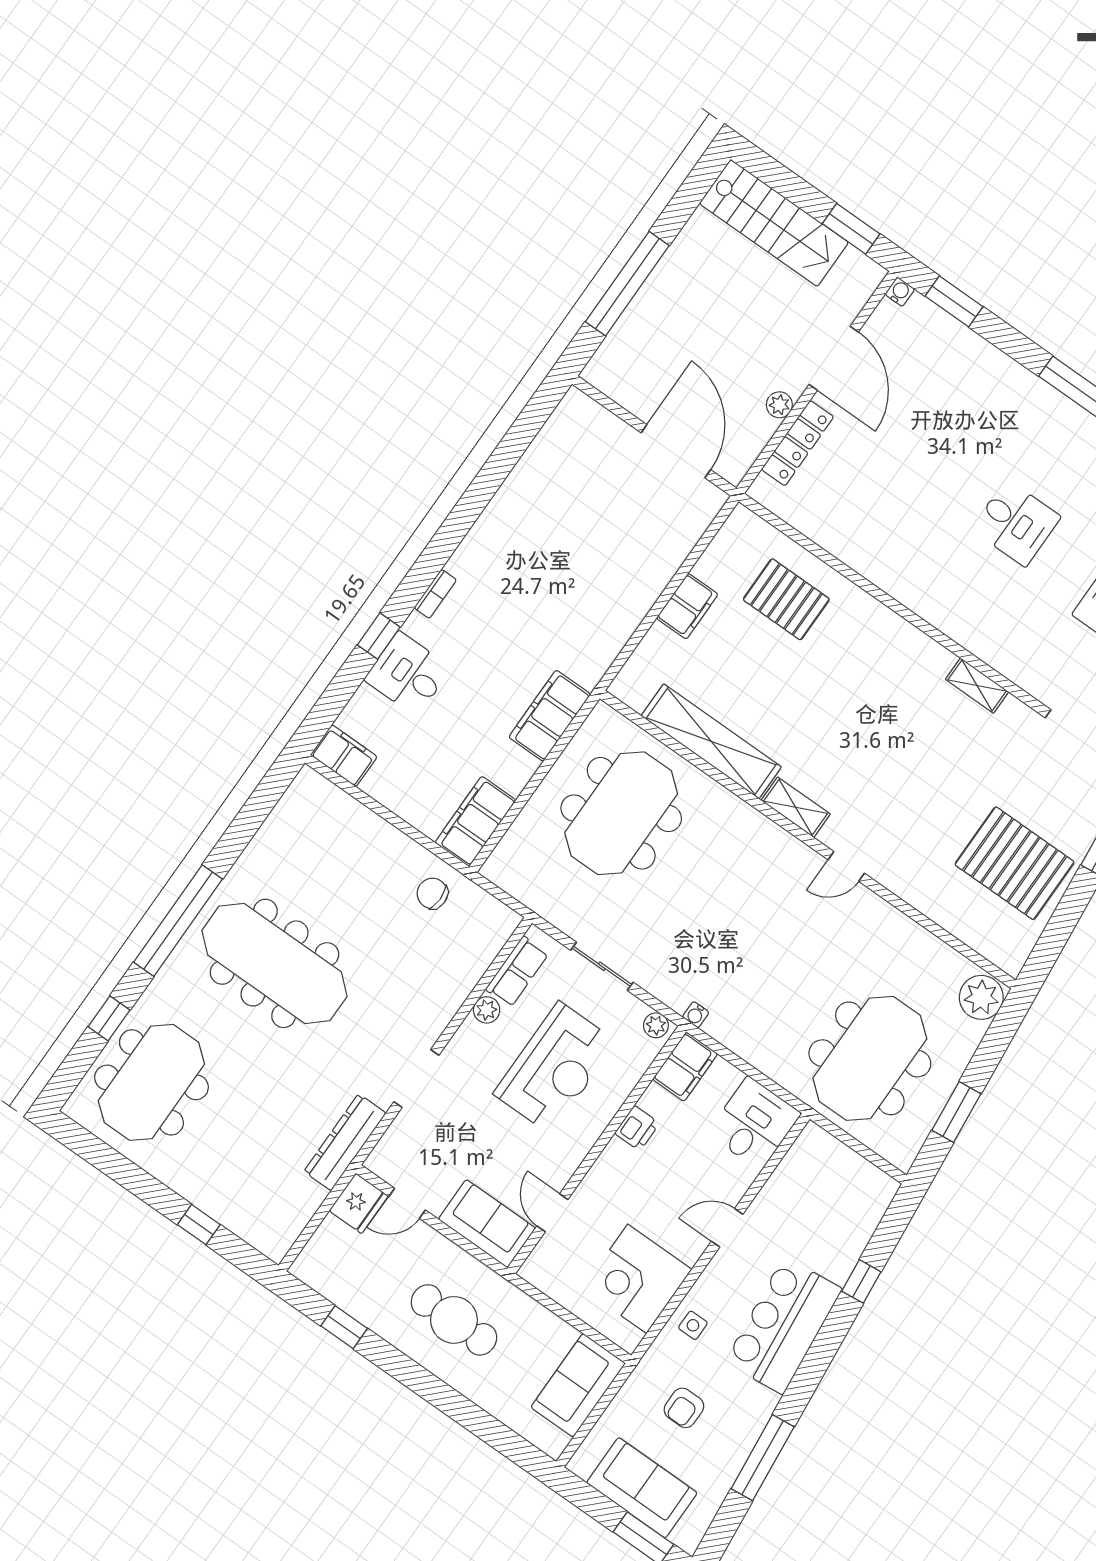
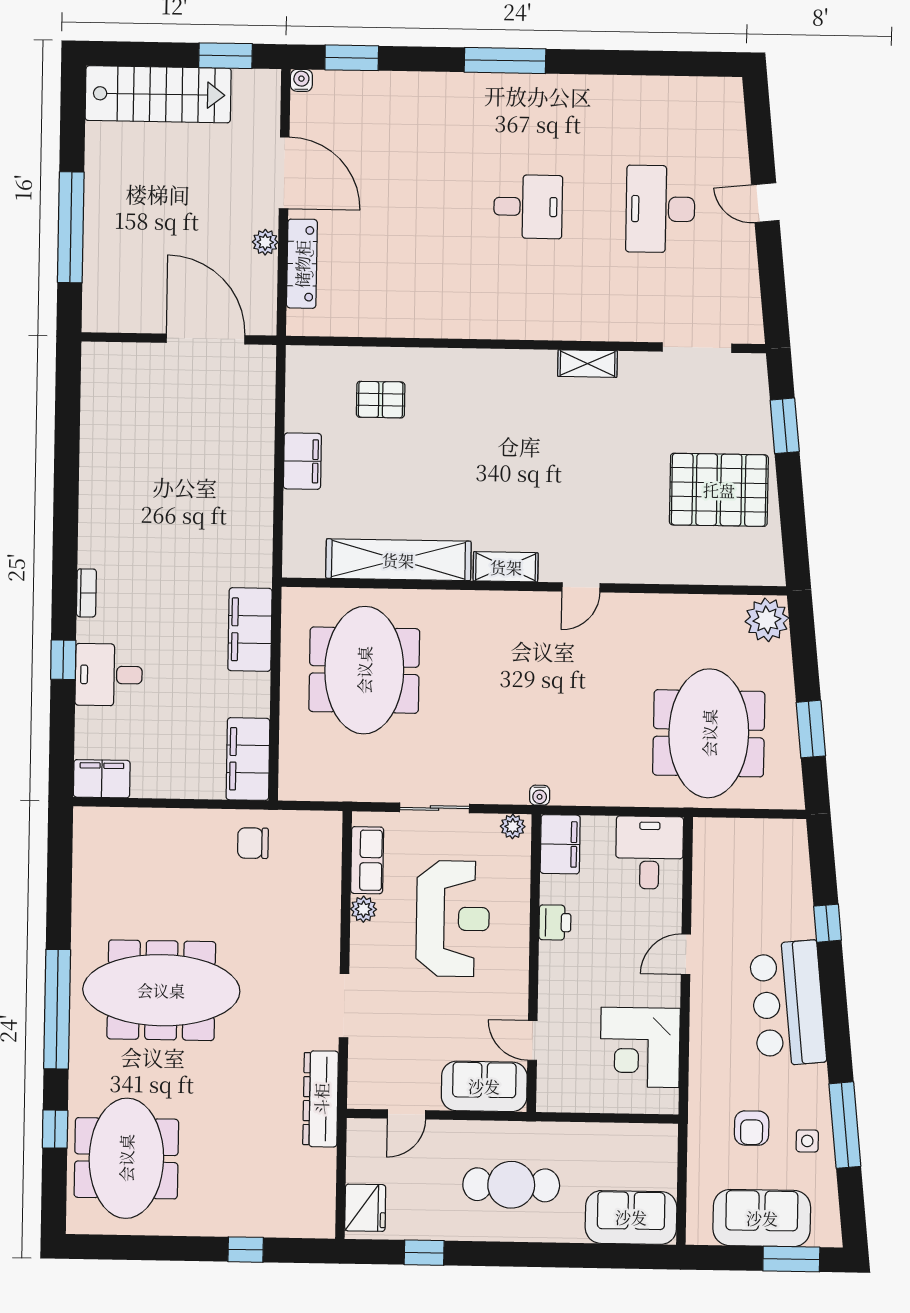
pallet: (786, 599) -> (381, 400), width x0.67, depth x0.71
fridge: (359, 1203) -> (365, 1208), moved
side table: (693, 1325) -> (807, 1141), moved
sofa: (578, 1385) -> (631, 1217), moved, turned 90

